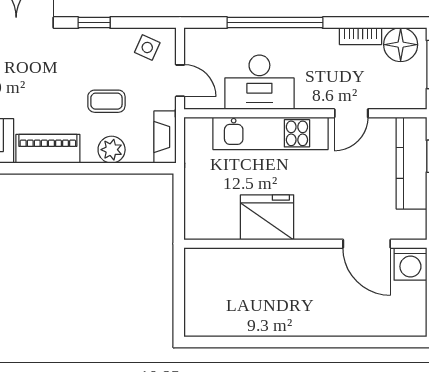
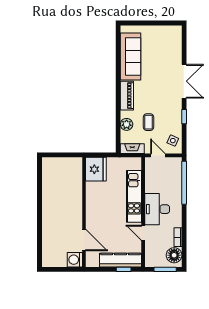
window: (275, 23) -> (184, 183), moved
door: (180, 81) -> (158, 155), swing flipped
desk: (259, 82) -> (157, 209), moved
fridge: (267, 217) -> (96, 169), moved
door: (367, 244) -> (84, 240), swing flipped

